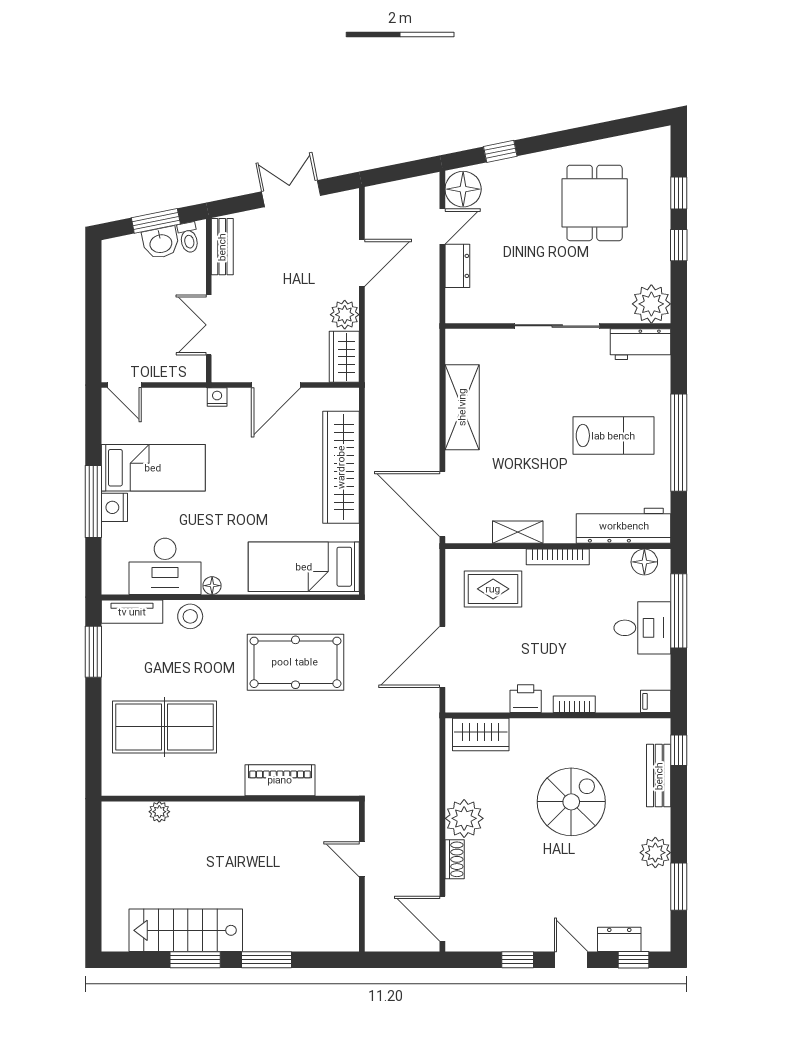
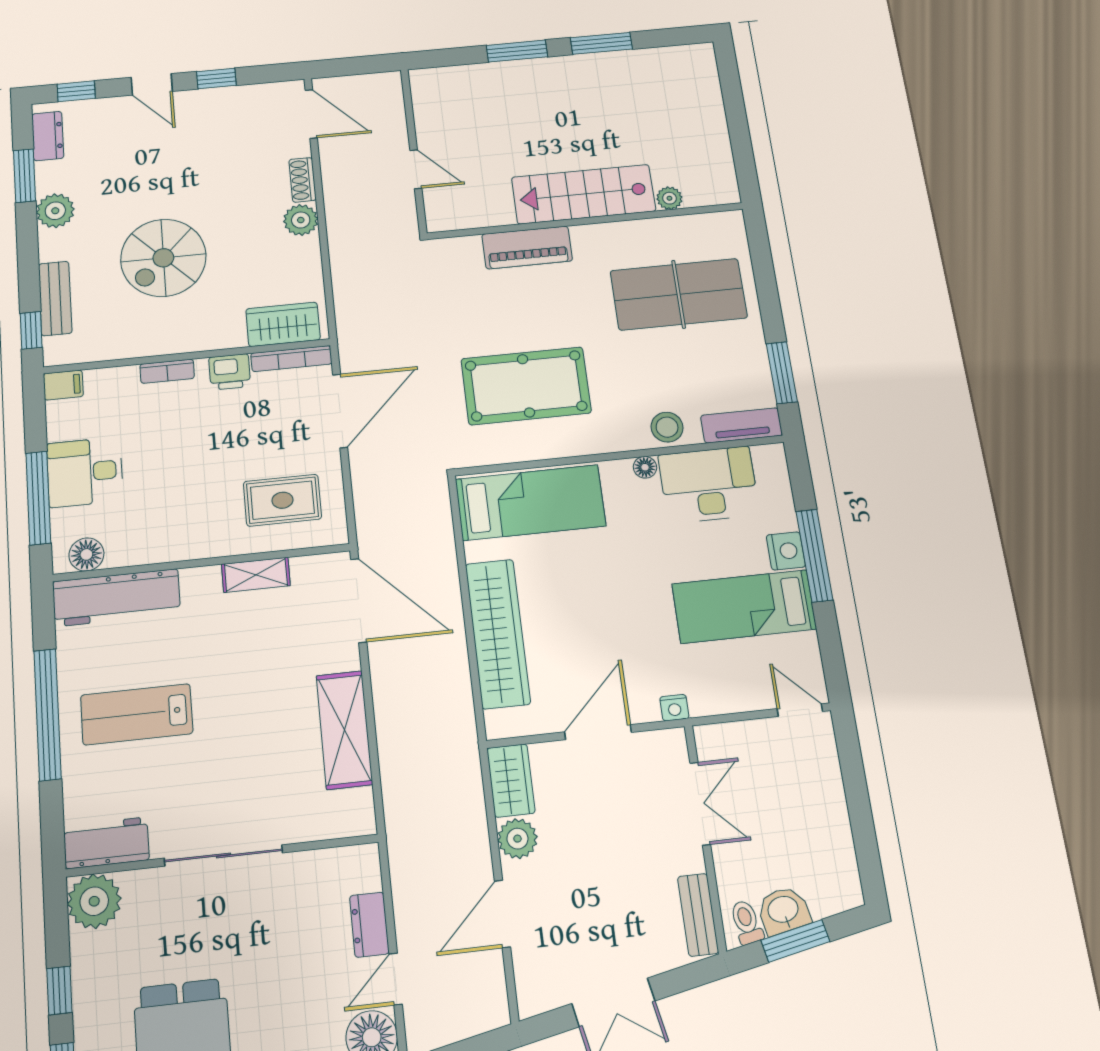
bookcase: (558, 557) -> (291, 359), moved, turned 180
plant: (464, 818) -> (301, 220), width x0.73, depth x0.73
stairs: (186, 930) -> (584, 194), moved, turned 180
dresser: (619, 939) -> (48, 136), moved, turned -90

